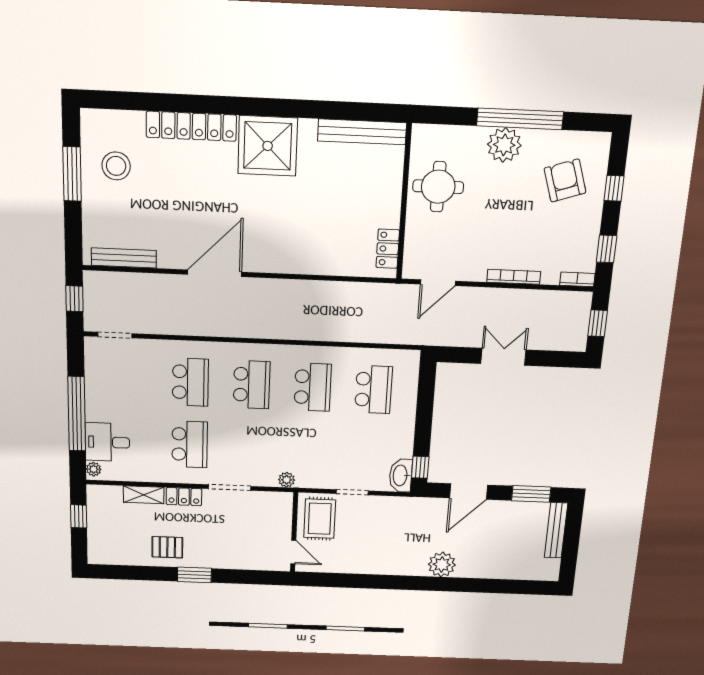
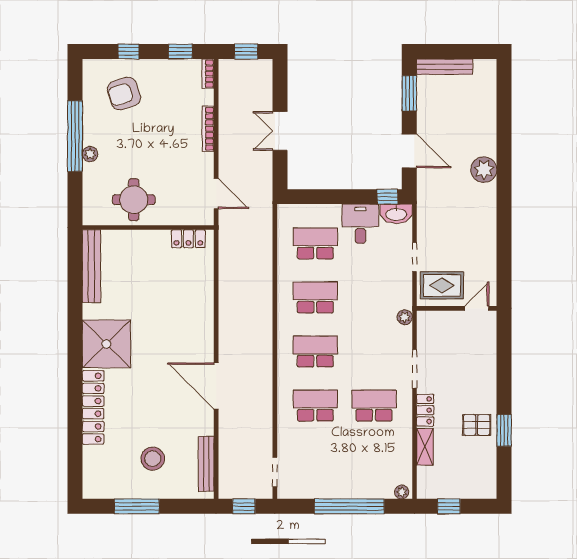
plant: (504, 145) -> (90, 154), width x0.53, depth x0.53
stool: (116, 166) -> (153, 459), moved
desk: (107, 442) -> (360, 224), moved, turned 180
pallet: (167, 547) -> (477, 425), turned 90
window: (194, 575) -> (504, 430), moved

